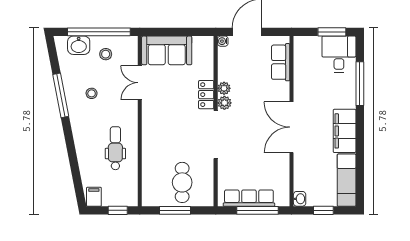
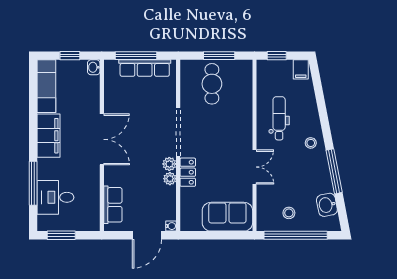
washbasin: (79, 45) -> (327, 205), moved, turned -101
desk: (339, 54) -> (55, 197), moved, turned 90
double door: (140, 83) -> (255, 167), moved
stool: (92, 93) -> (311, 143), moved
dental chair: (115, 148) -> (279, 118), turned 180

